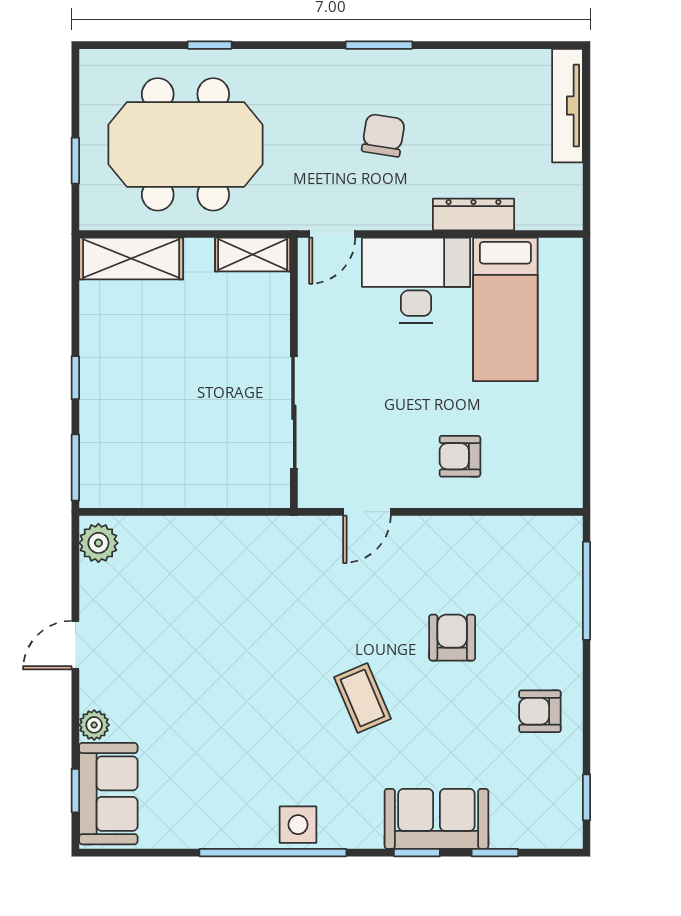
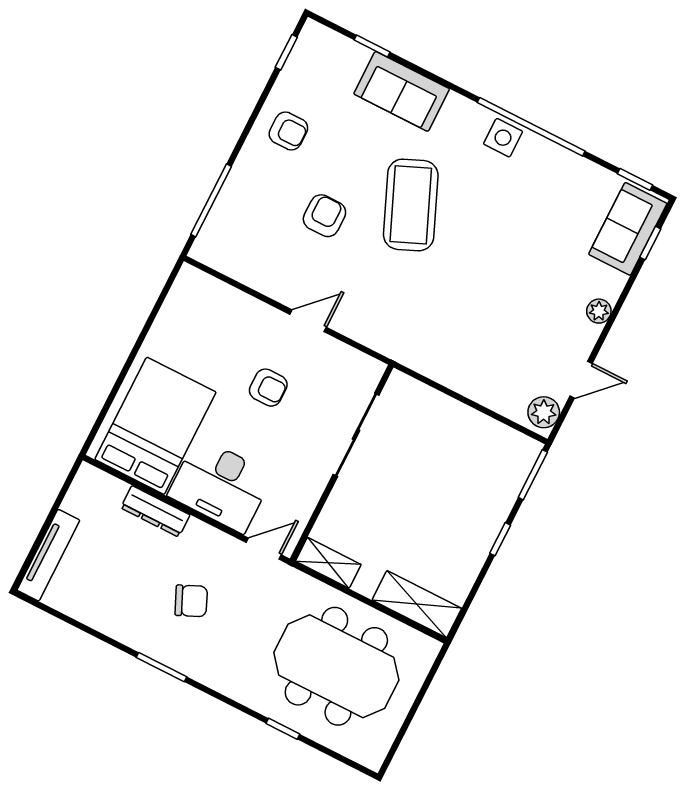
chair: (383, 135) -> (191, 601), turned -123
window: (75, 161) -> (421, 695), removed
bed: (505, 309) -> (155, 426), width x1.50
armchair: (460, 456) -> (268, 388), moved
door: (367, 512) -> (308, 321), moved
armchair: (452, 638) -> (324, 216), turned 180
door: (75, 645) -> (581, 380), moved
coffee table: (362, 698) -> (411, 205), width x1.86, depth x1.72
plant: (94, 725) -> (599, 311), moved
window: (417, 853) -> (635, 179), moved

